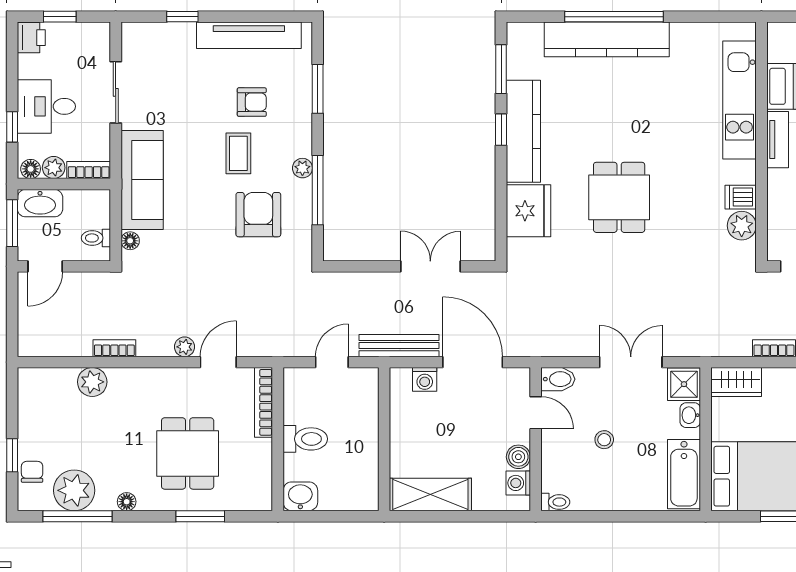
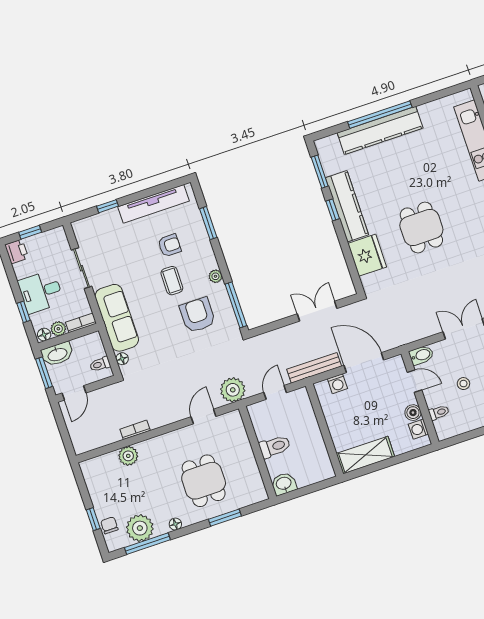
window: (318, 190) -> (236, 305), moved
plant: (185, 347) -> (233, 390), moved, width x1.88, depth x1.88
bookcase: (264, 402) -> (241, 432), removed
toilet: (555, 502) -> (439, 412), moved

